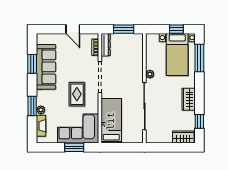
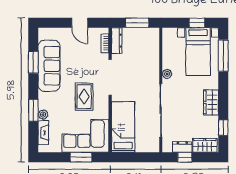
dresser: (163, 138) -> (182, 147), added
window: (166, 147) -> (185, 157), added

